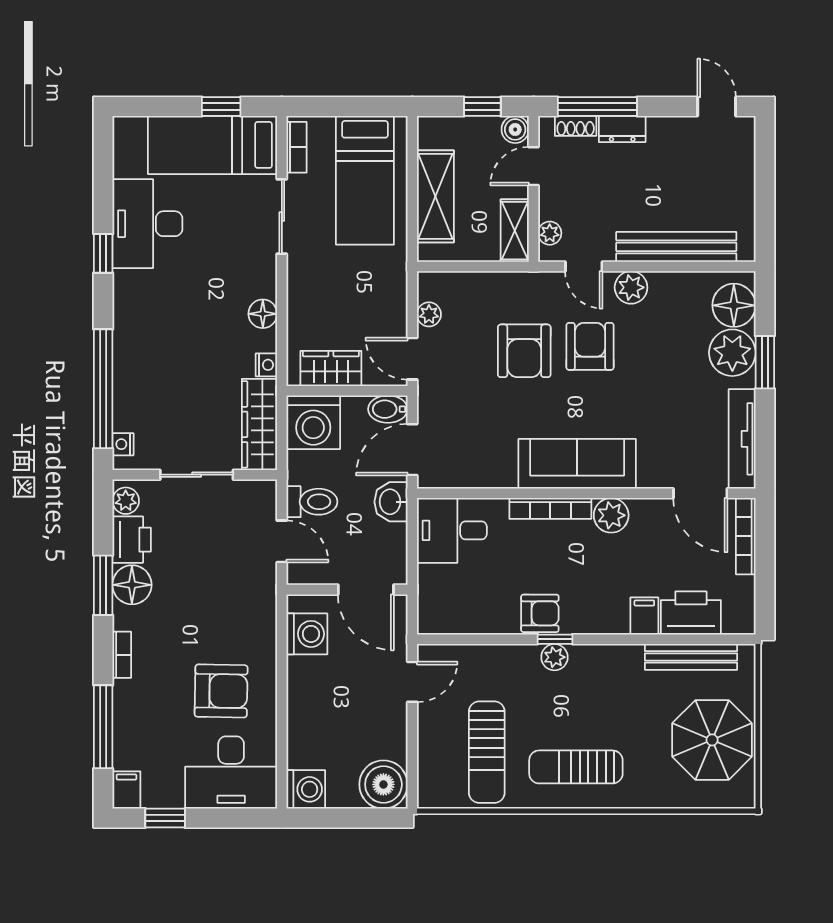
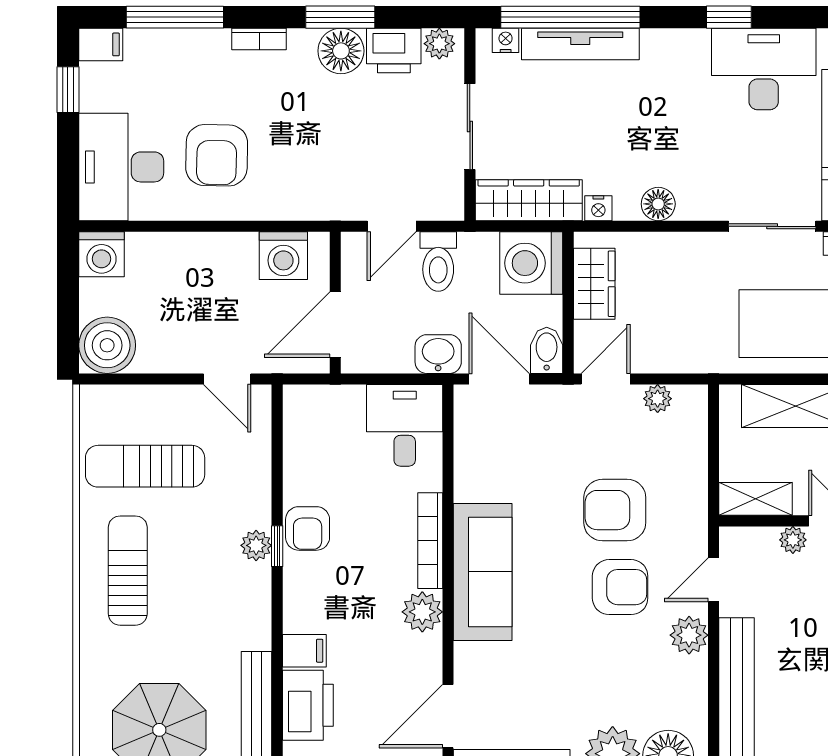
plant: (550, 233) -> (793, 540), moved
tv unit: (126, 380) -> (580, 44), added

